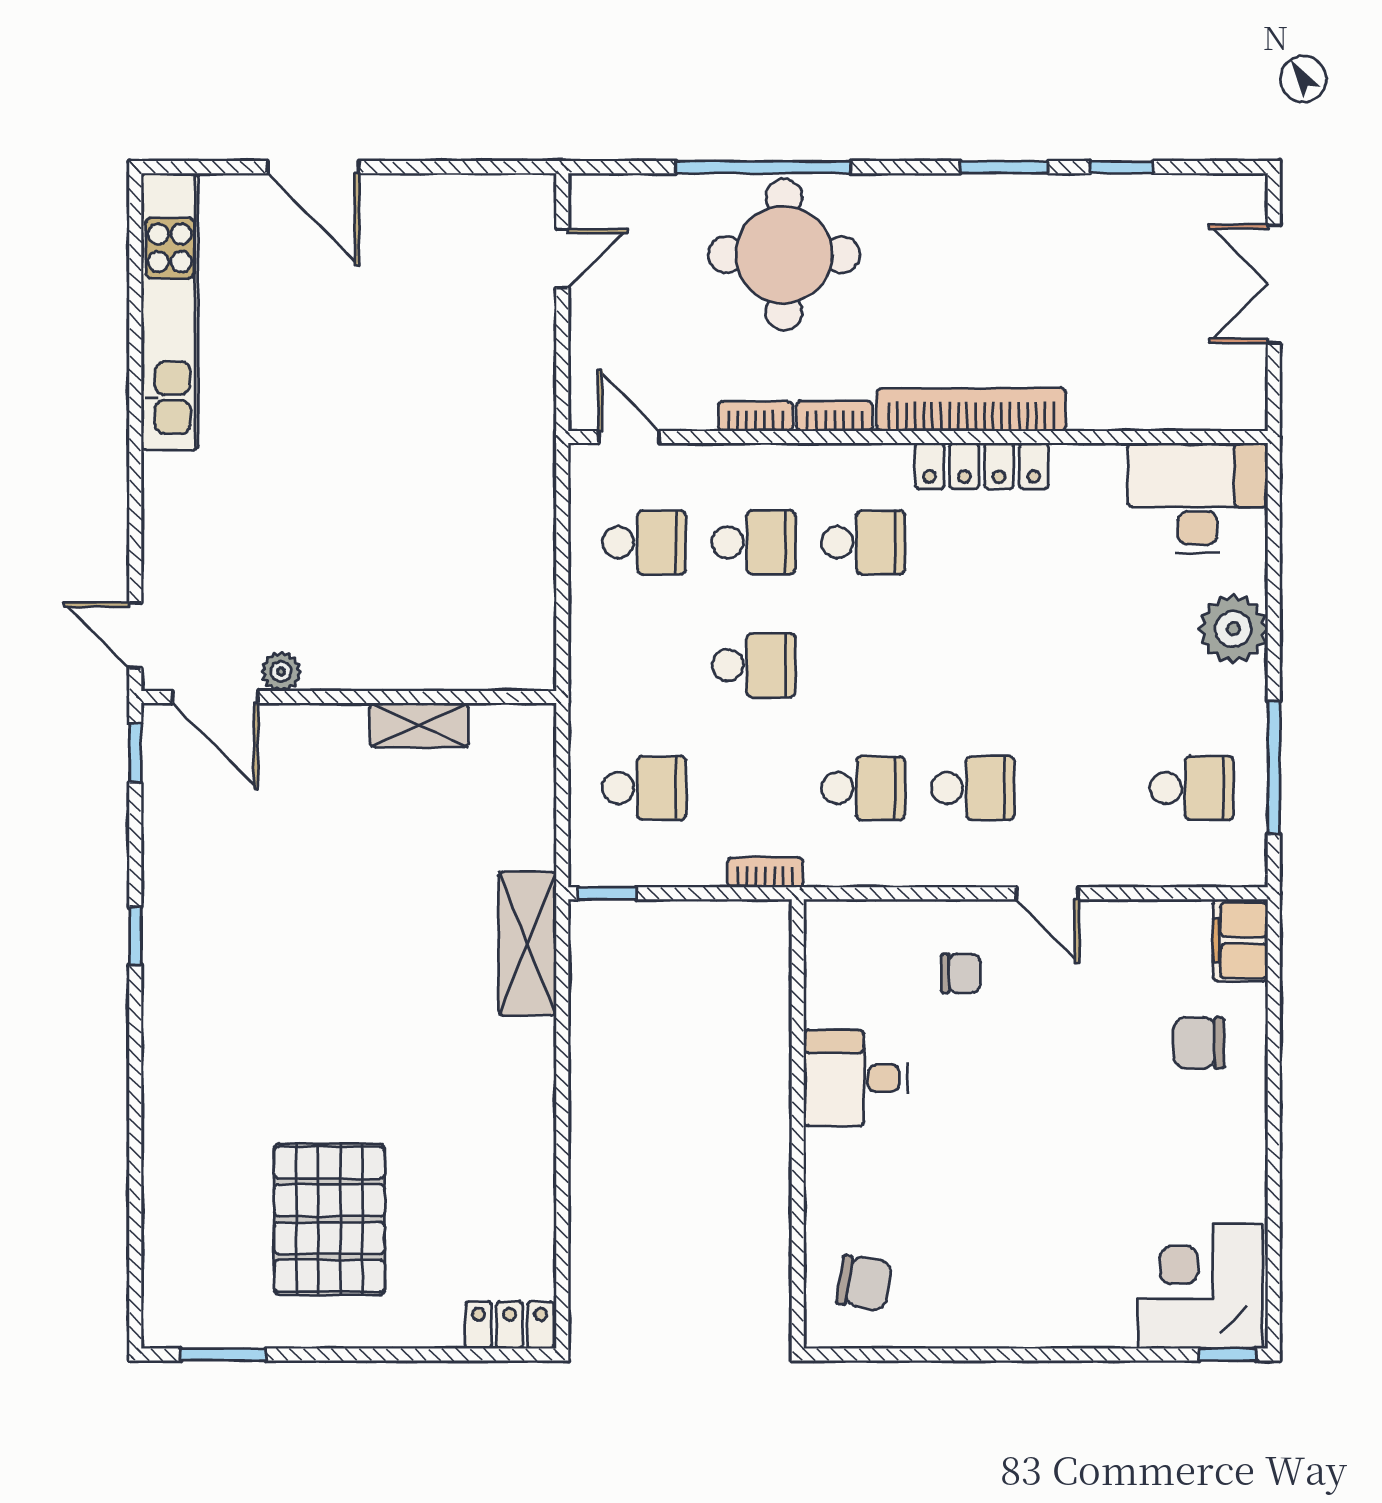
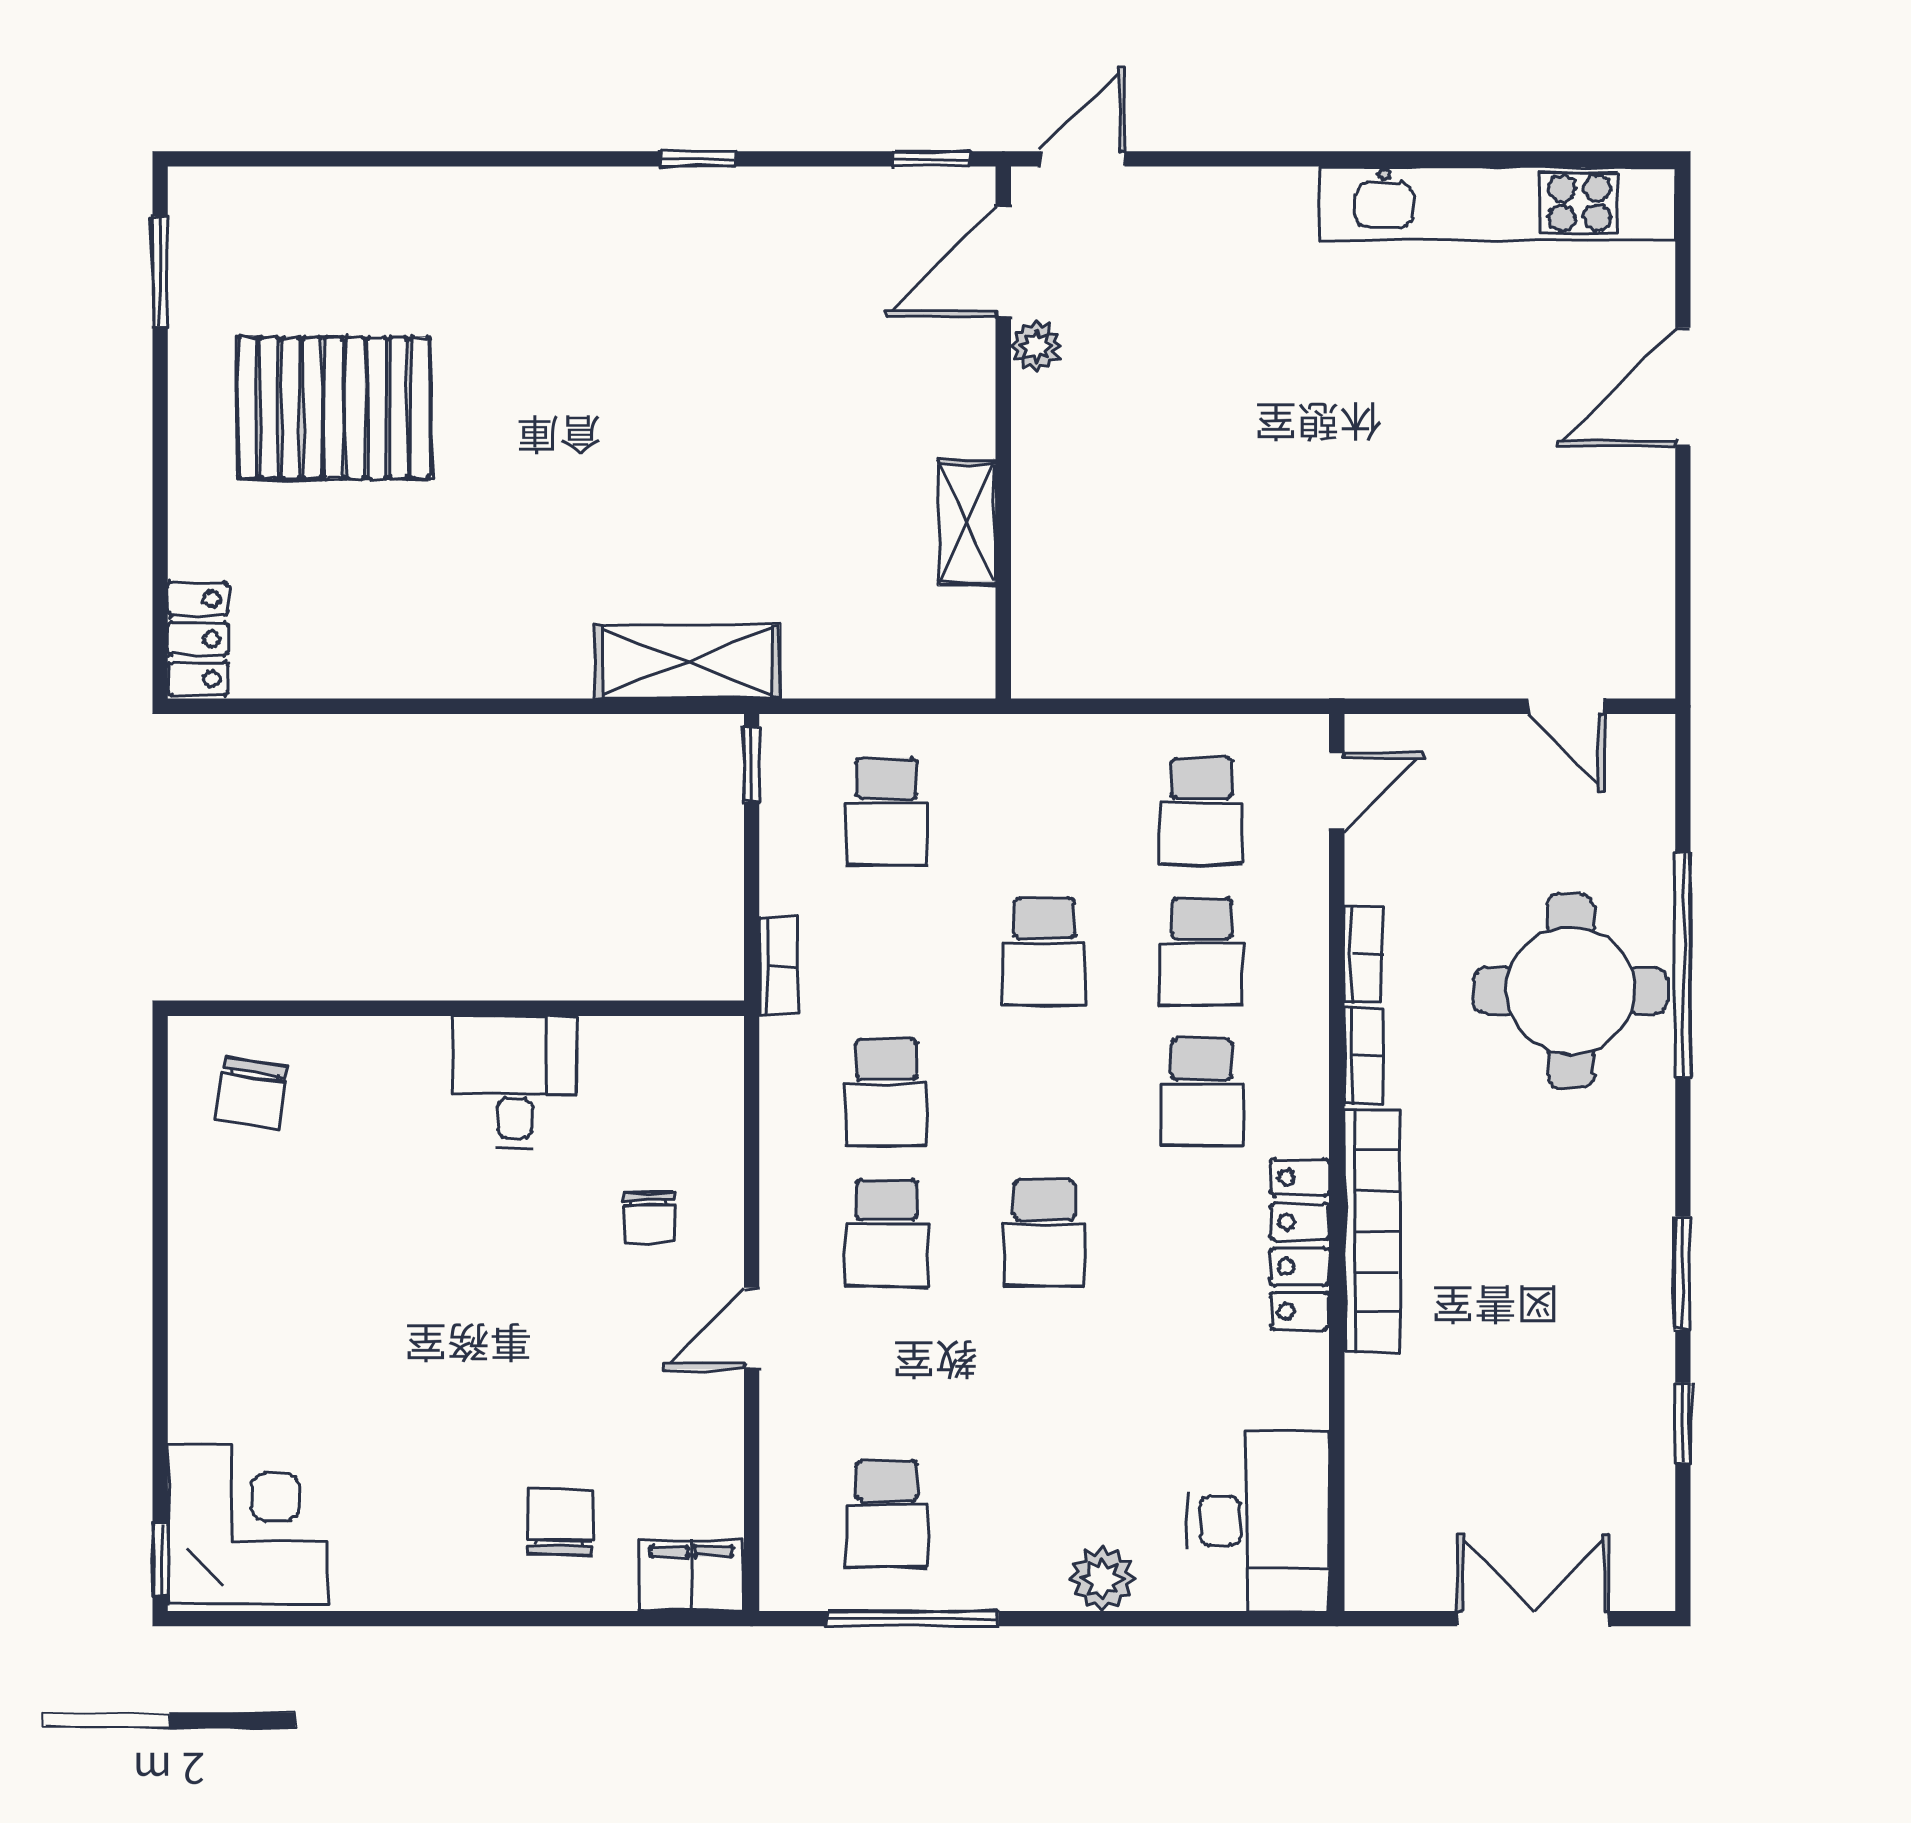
plant: (1233, 629) -> (1103, 1579), width x0.73, depth x0.73
school desk: (973, 665) -> (1044, 1233), added

